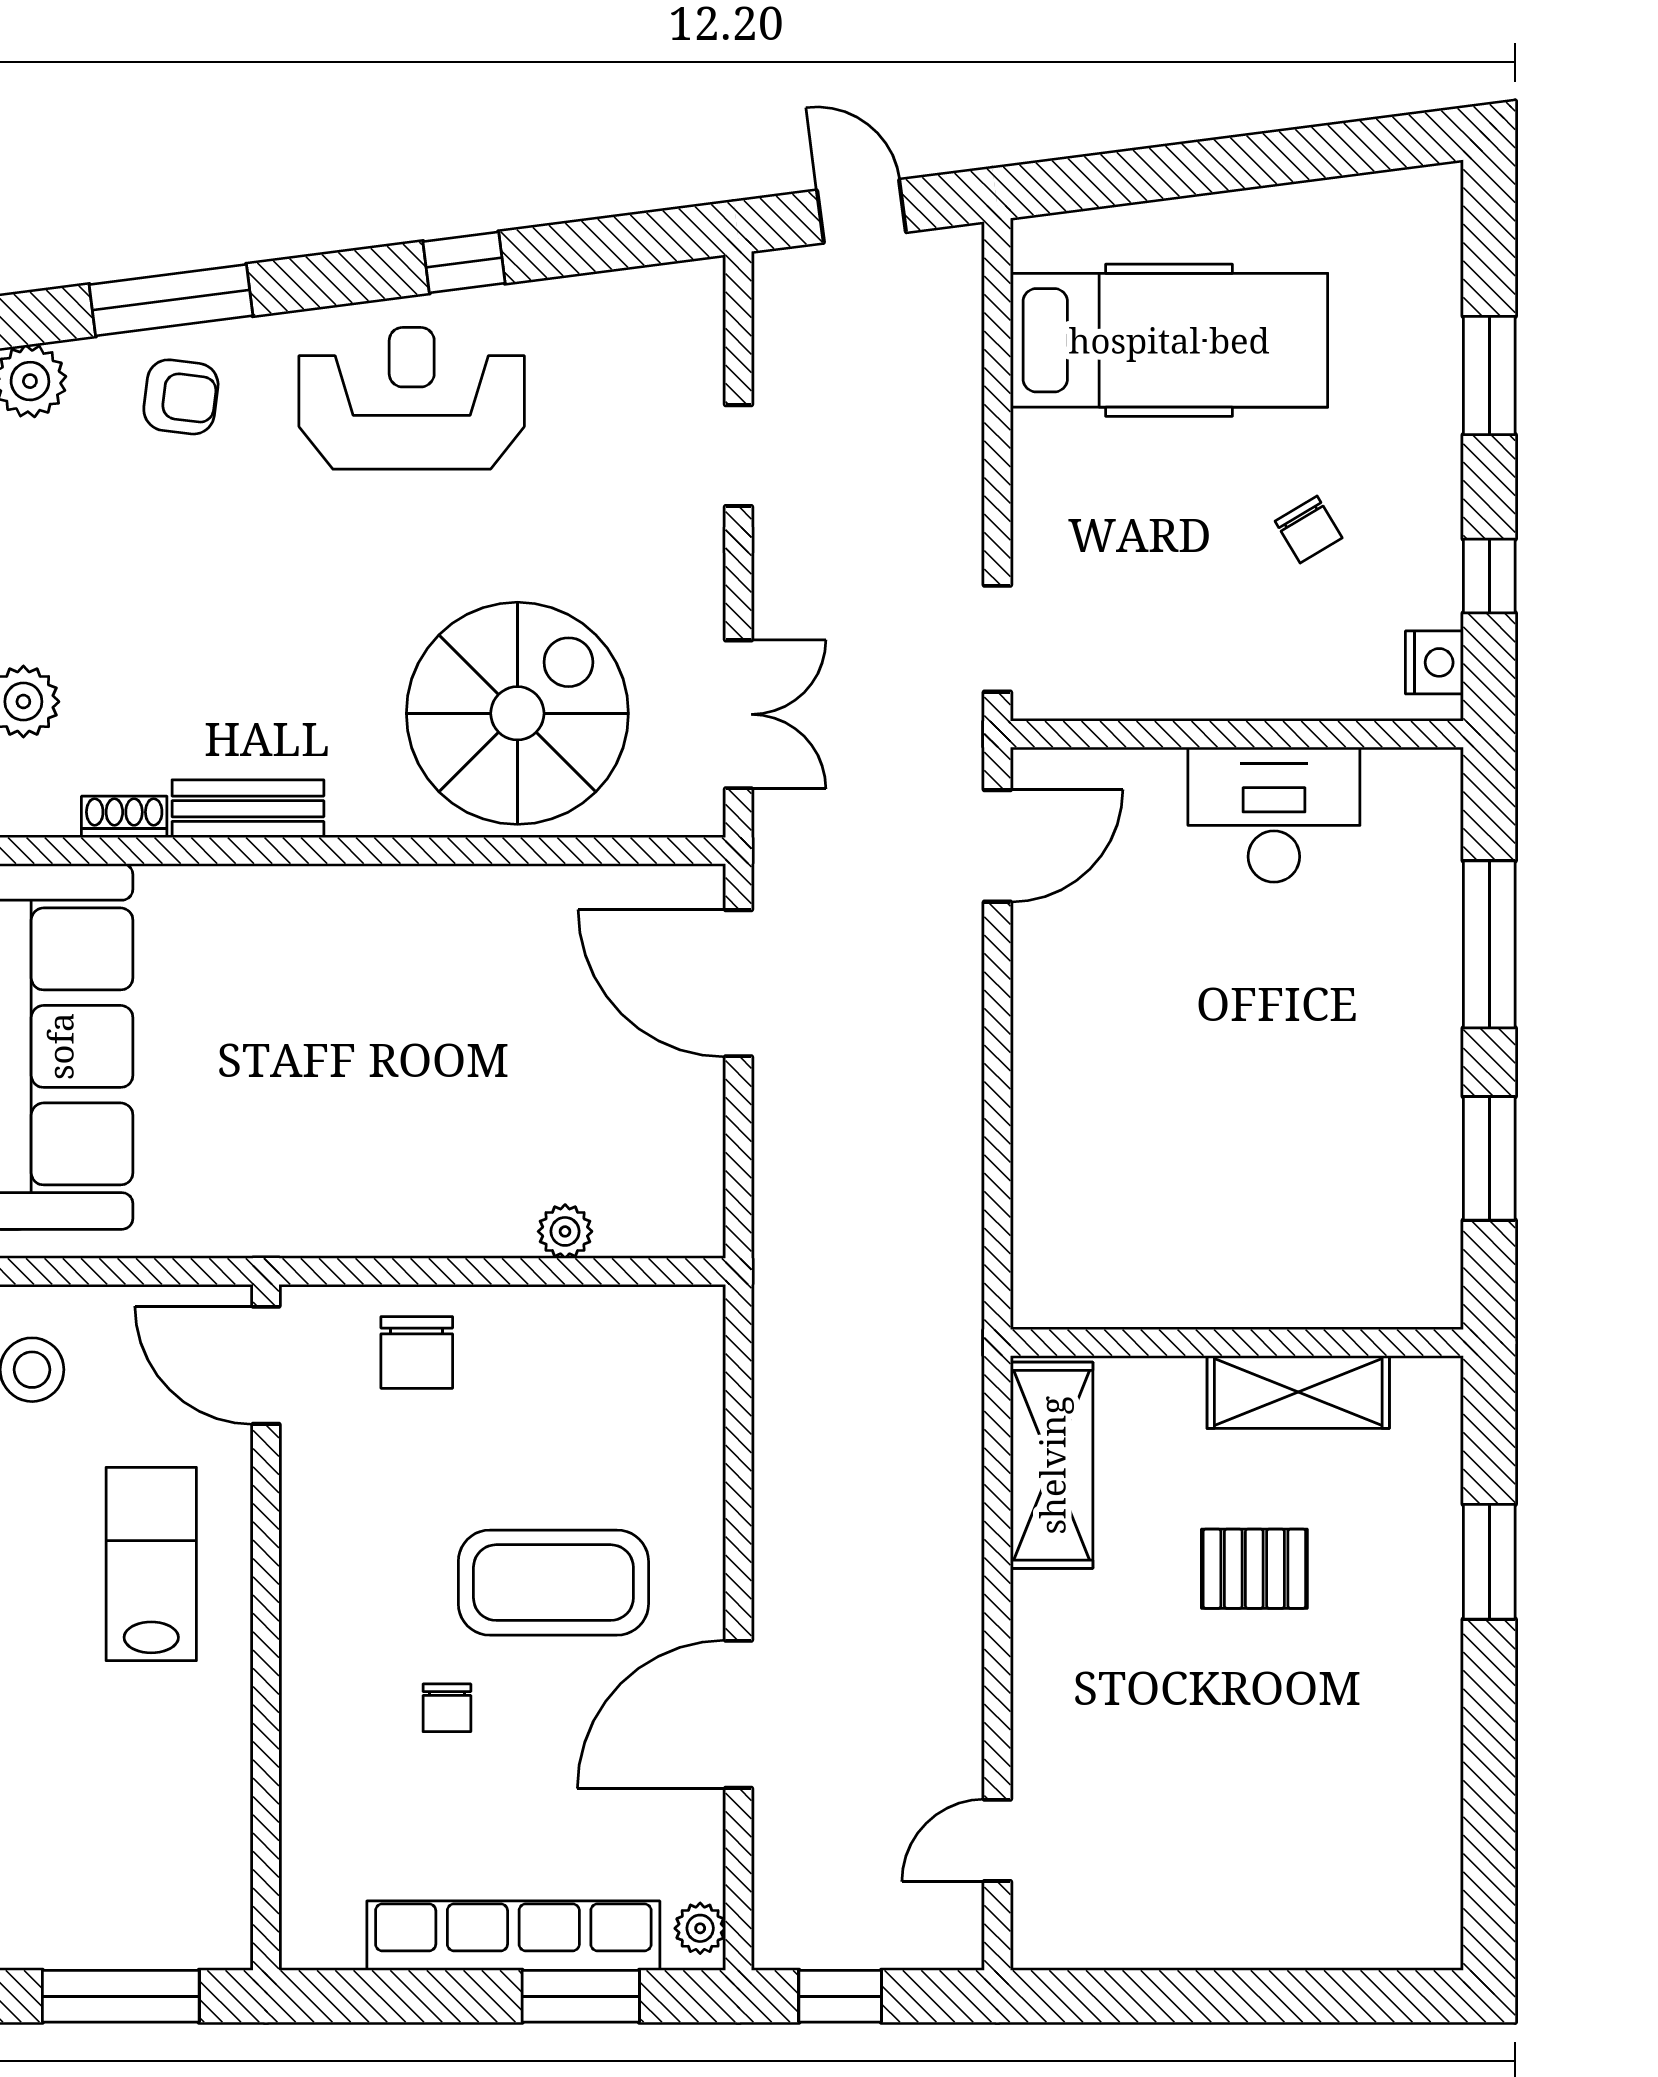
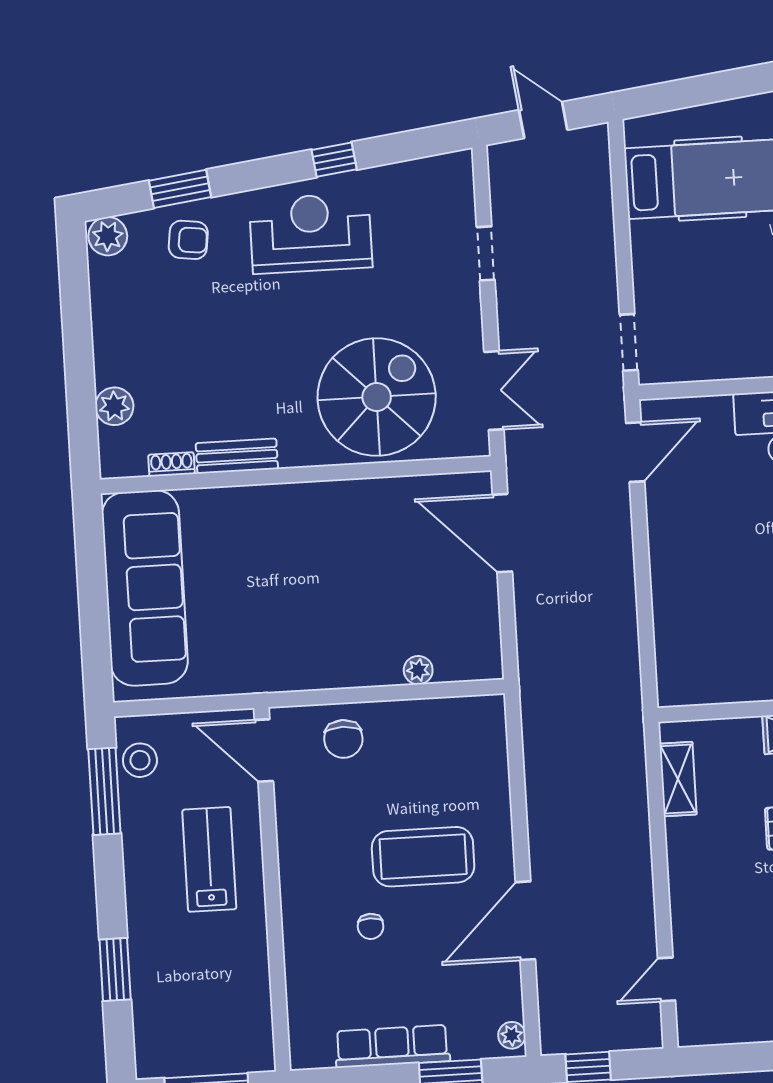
window: (171, 300) -> (180, 189), width x0.69
shelving: (1052, 1465) -> (678, 779), width x0.67, depth x0.75
row of seats: (513, 1936) -> (392, 1046), width x0.73

